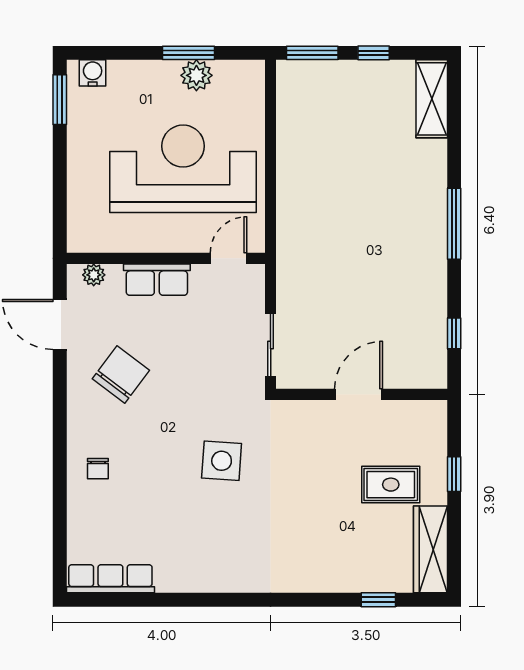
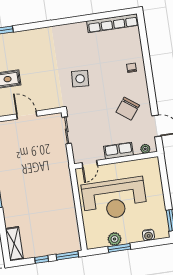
water cooler: (93, 73) -> (148, 235), moved
door: (359, 394) -> (27, 115), swing flipped
row of seats: (110, 579) -> (113, 23), width x1.36

